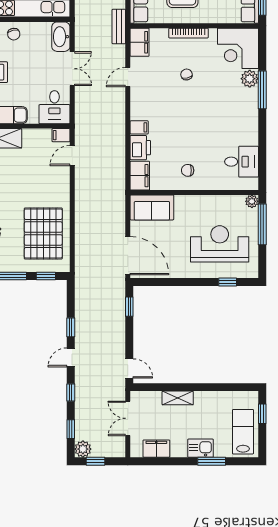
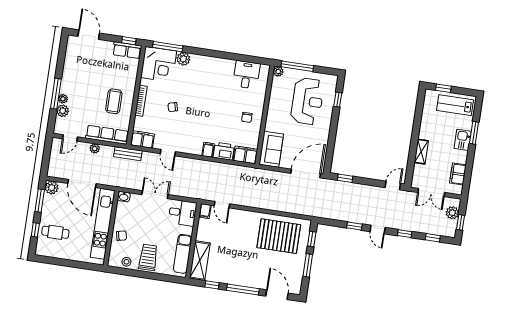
washbasin: (61, 37) -> (124, 197), width x0.52, depth x0.69
window: (262, 90) -> (168, 47), moved
reception desk: (220, 244) -> (307, 101), turned 180
plant: (83, 449) -> (452, 213), moved

